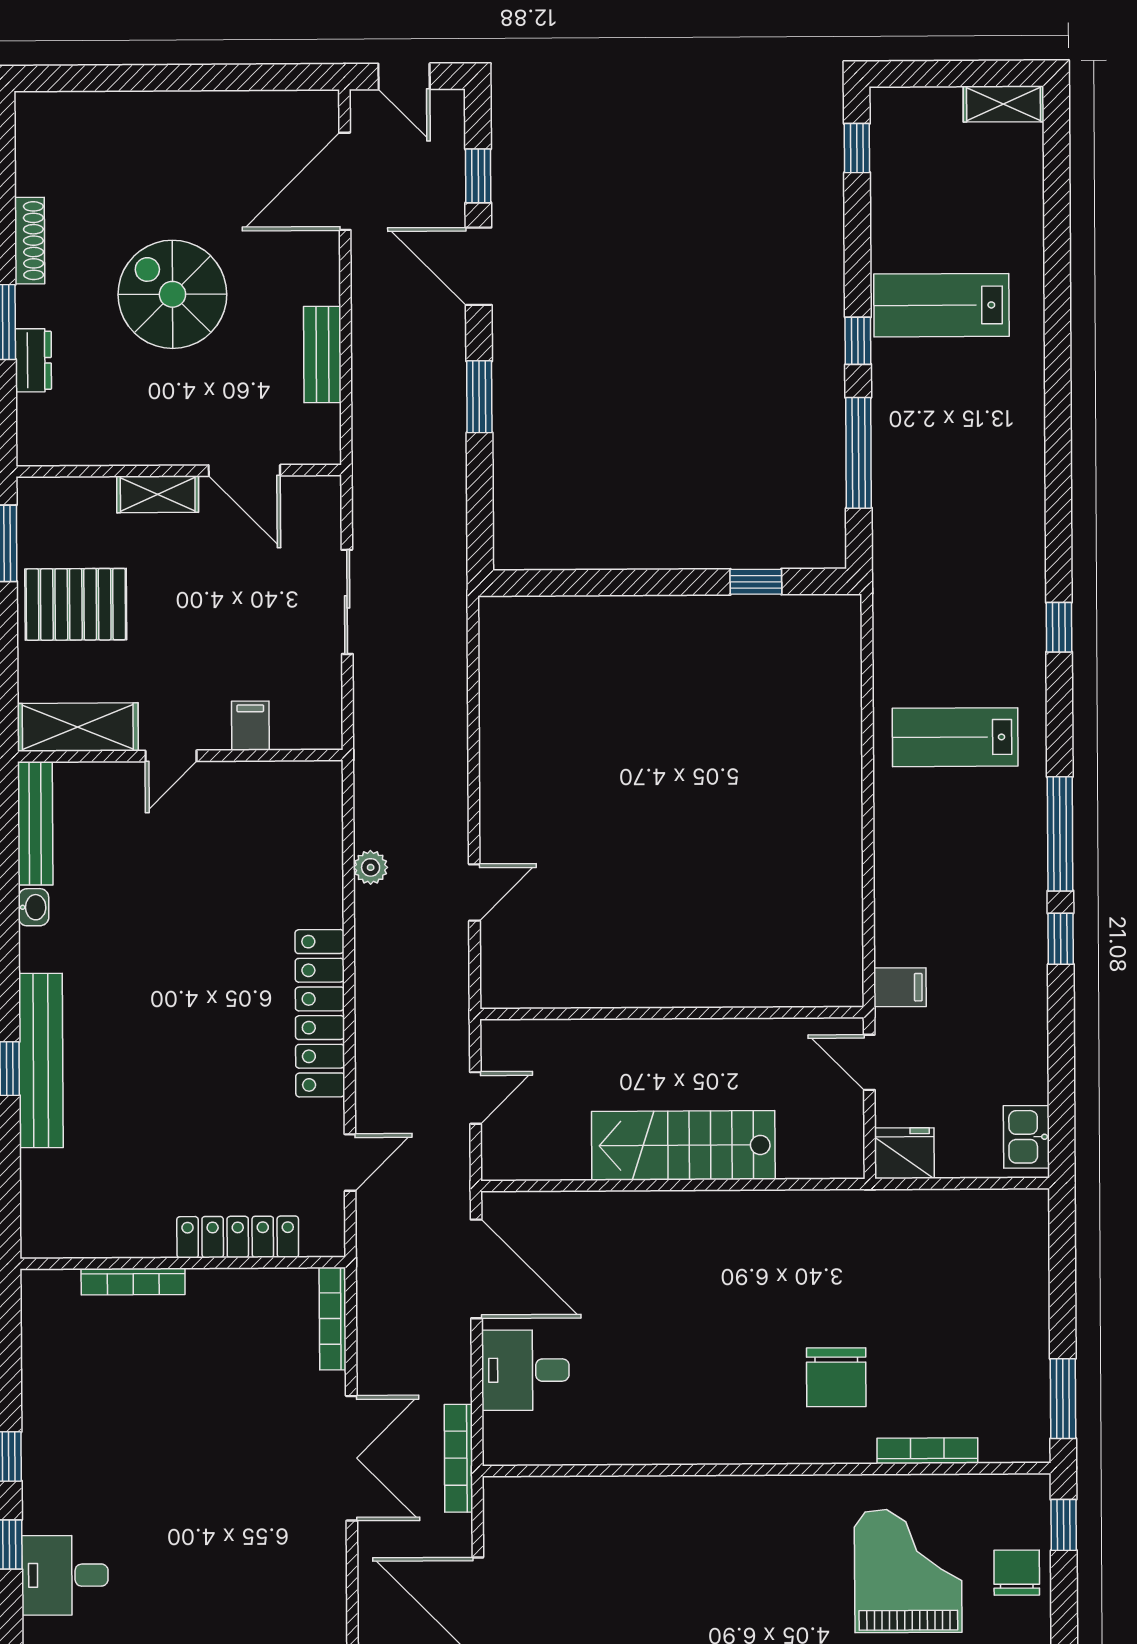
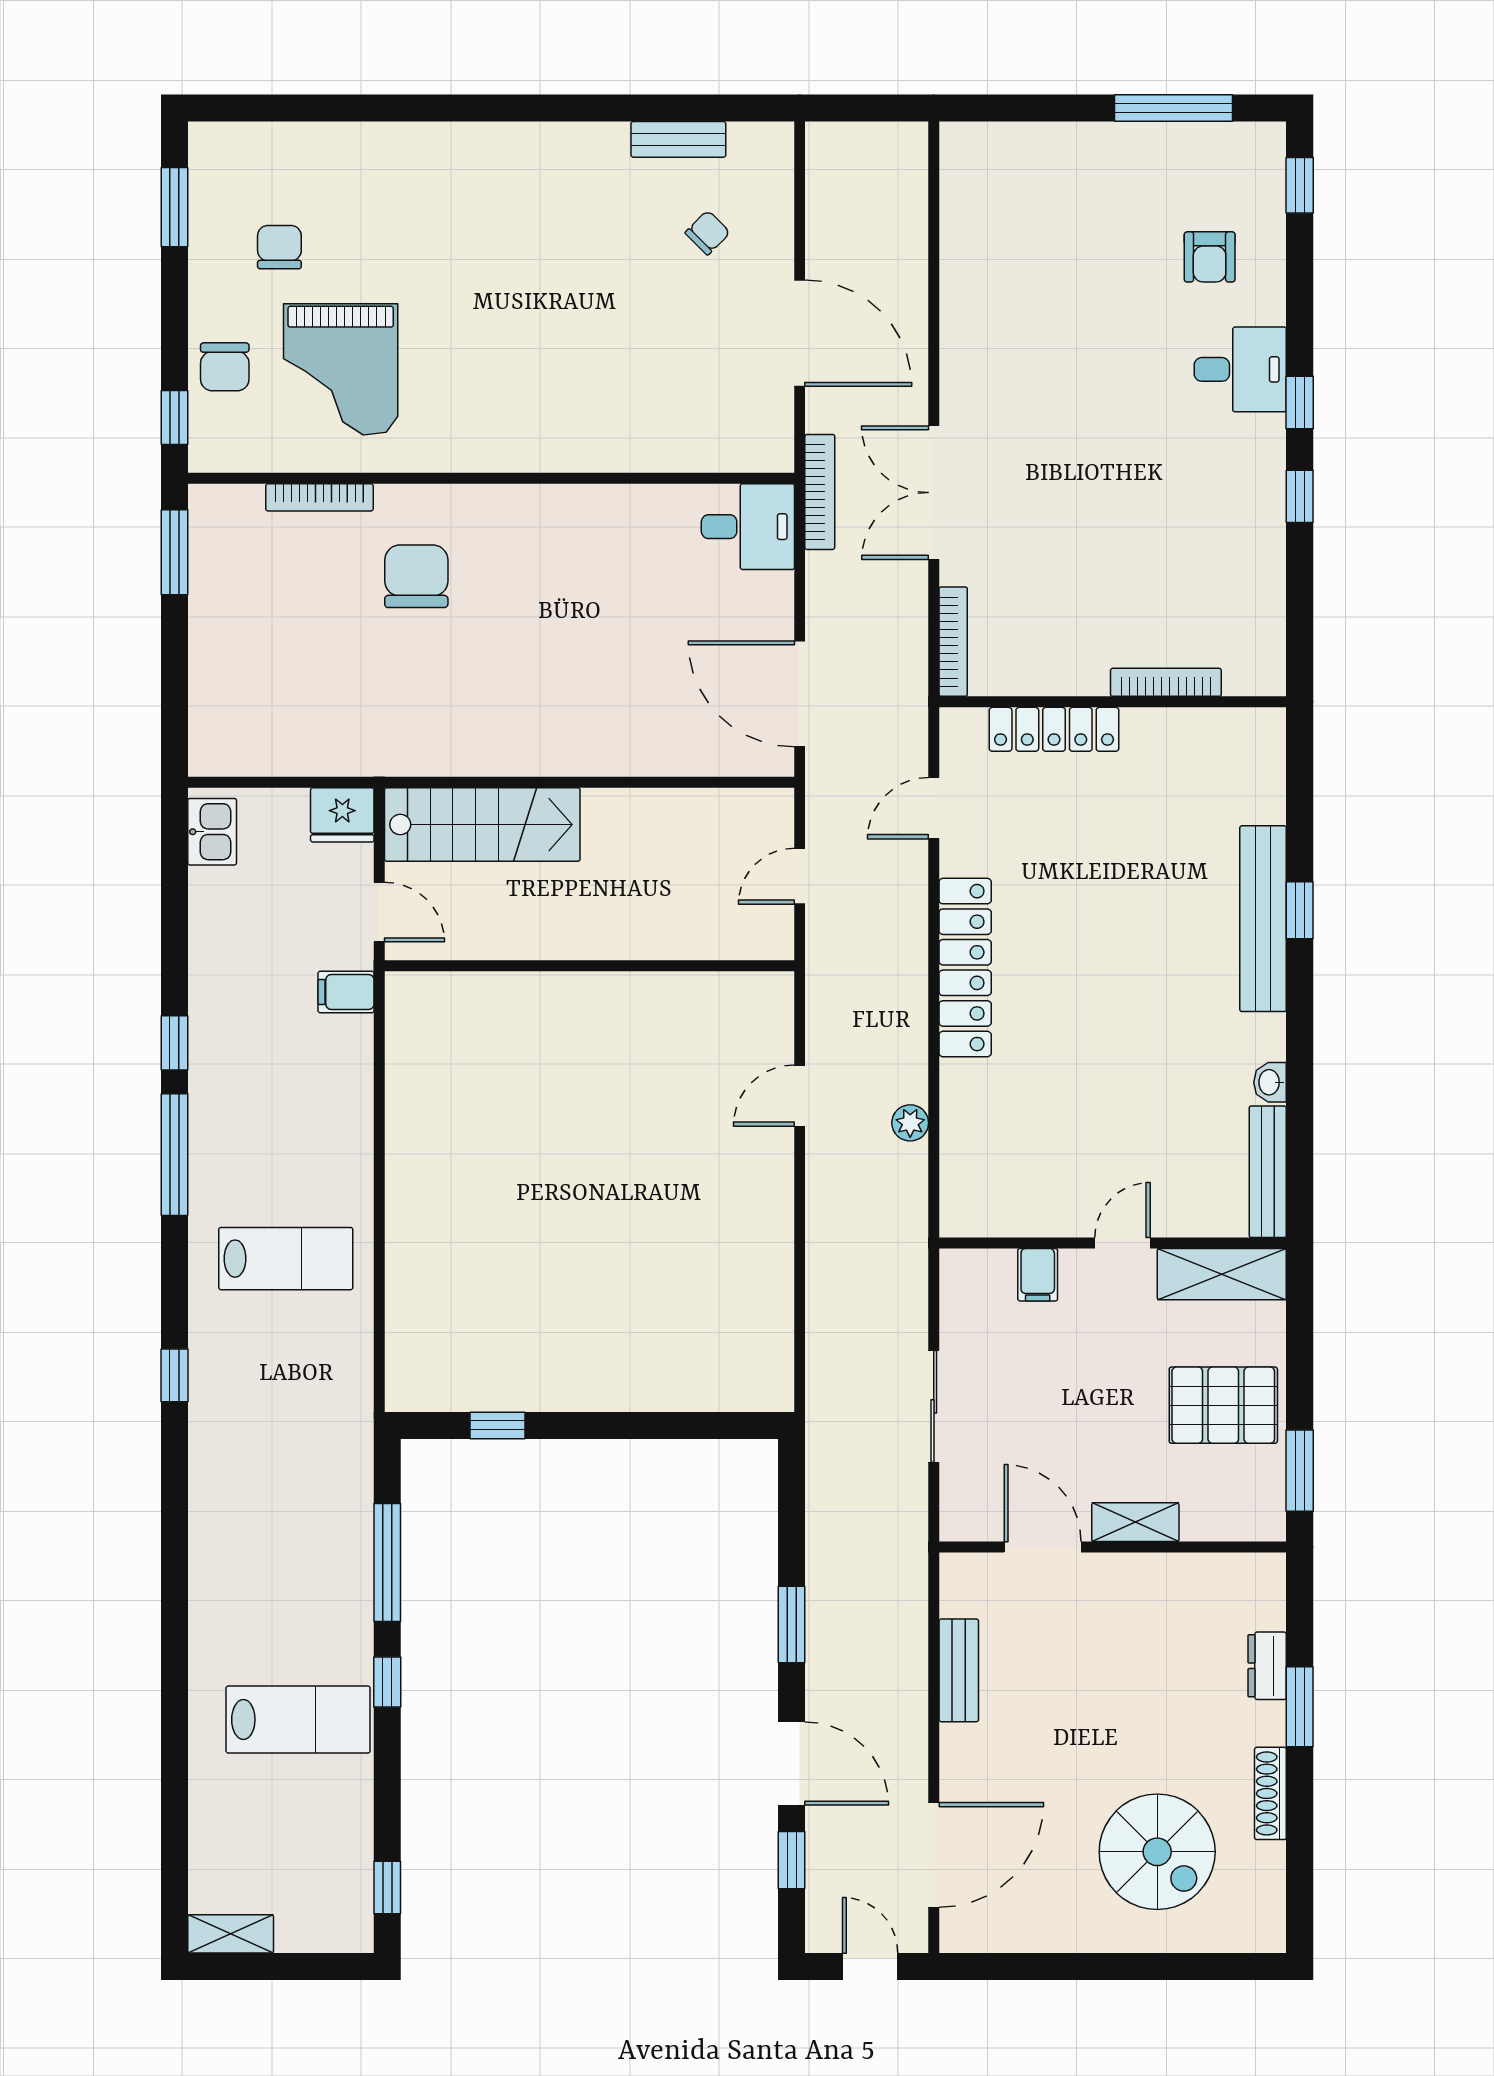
spiral stairs: (172, 294) -> (1157, 1852), moved
stairs: (683, 1145) -> (482, 825), moved
desk: (525, 1370) -> (748, 527), moved

